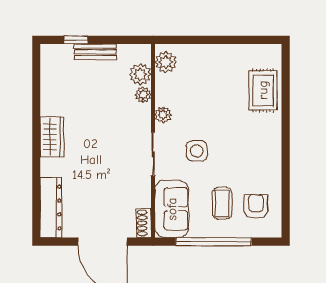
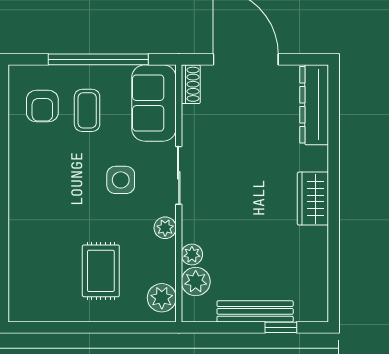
bench: (95, 52) -> (255, 311), width x1.36
rug: (263, 90) -> (101, 271), moved

